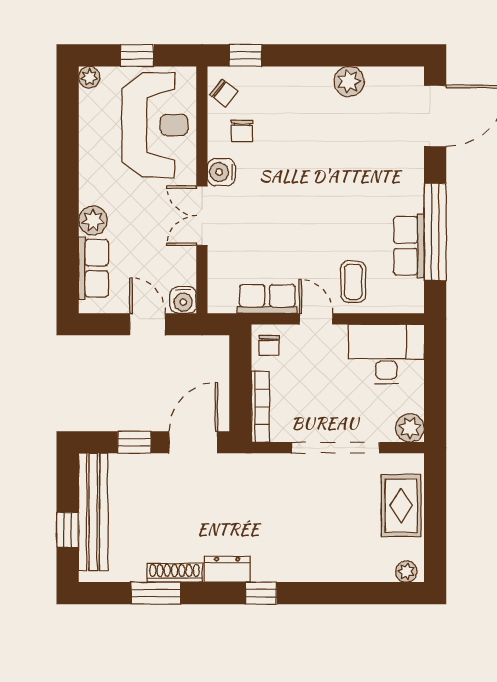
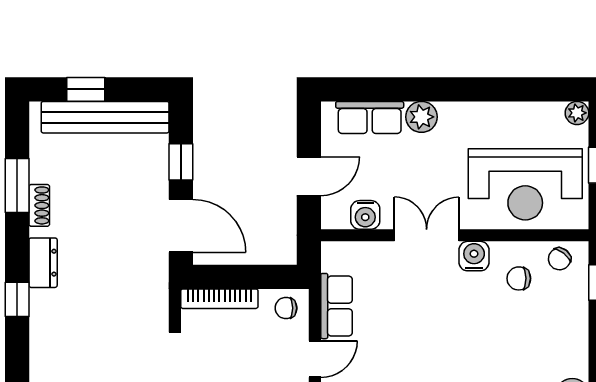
water cooler: (183, 300) -> (365, 215), moved, turned -90
shoe rack: (174, 573) -> (39, 205), width x0.70

